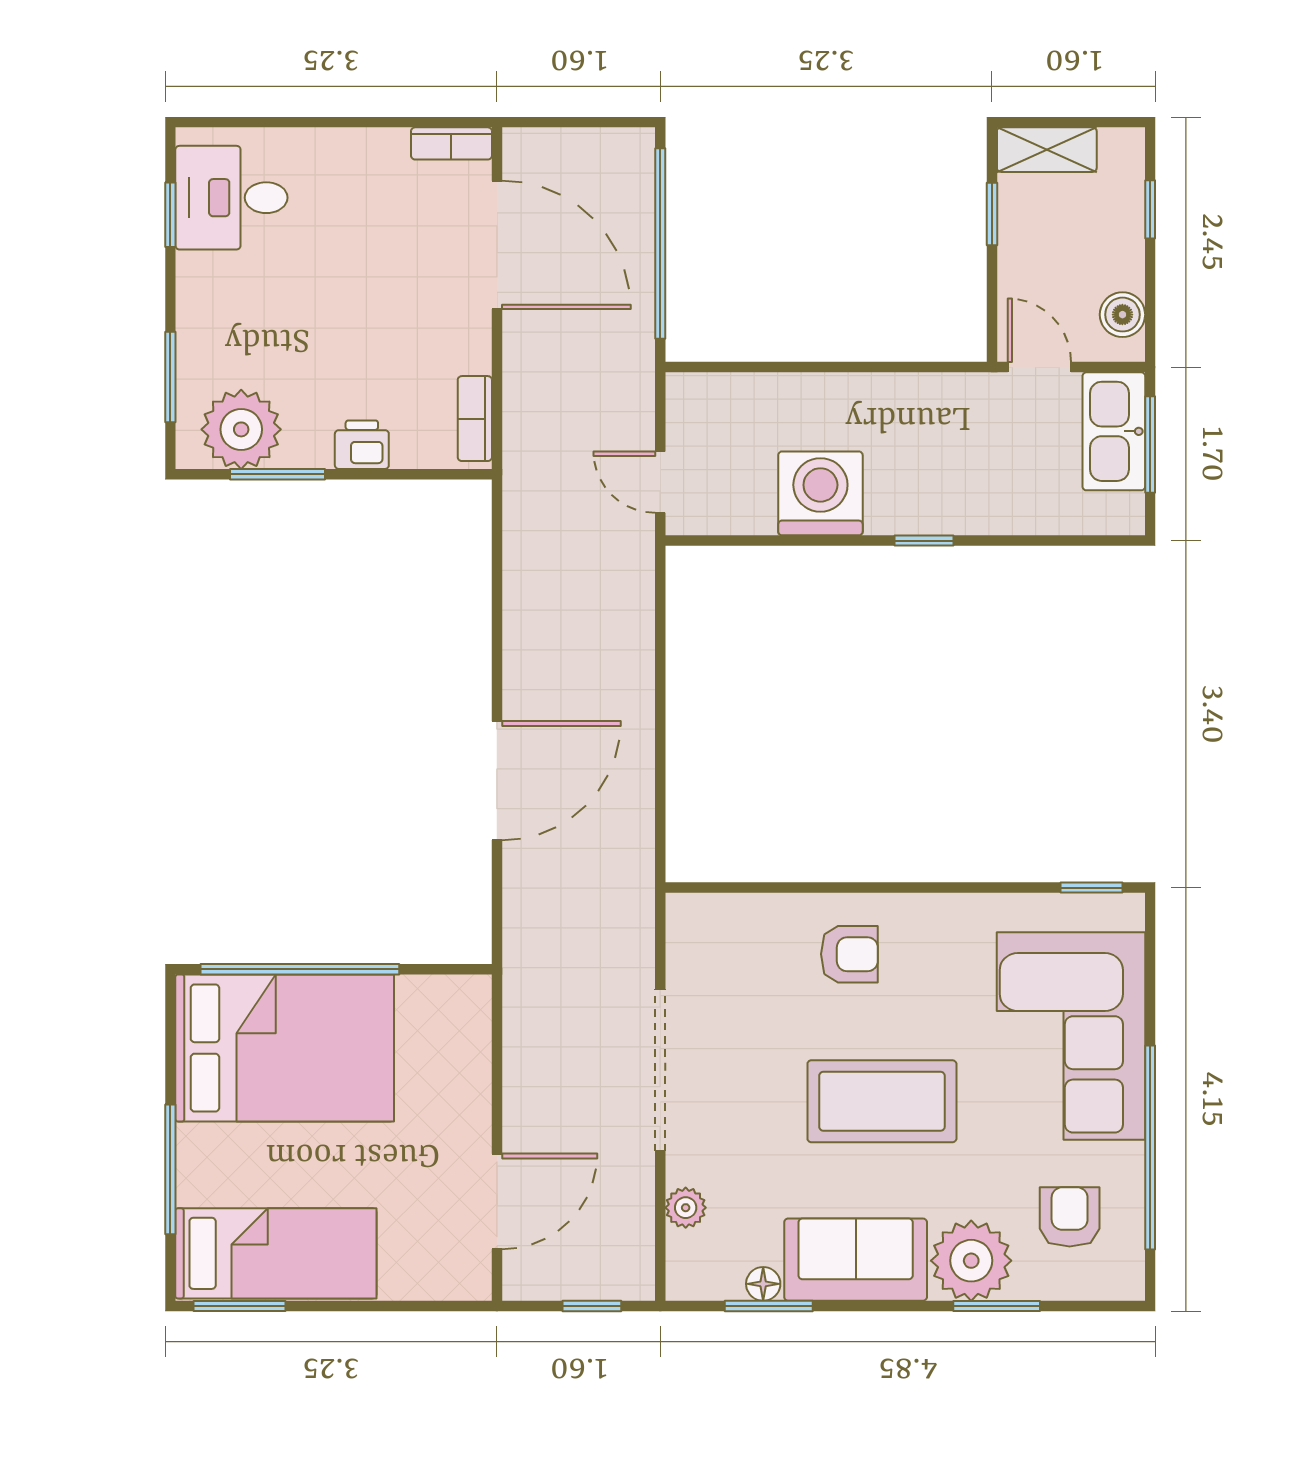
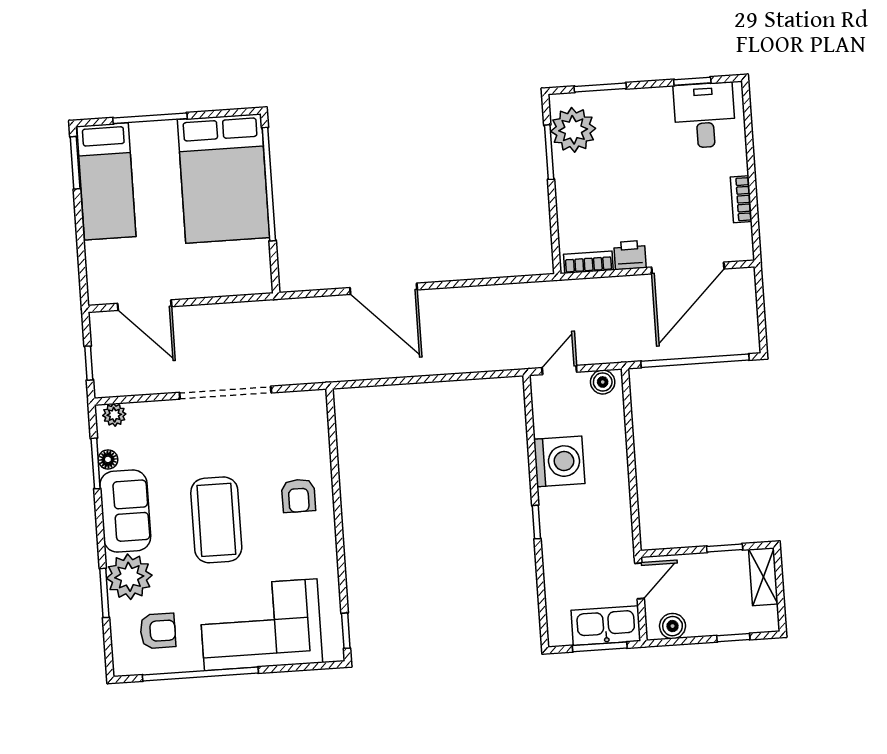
bookcase: (451, 143) -> (741, 199), moved
boiler: (687, 408) -> (603, 382), added
printer: (362, 445) -> (630, 255), moved, turned -90
plant: (686, 1208) -> (114, 415), moved

